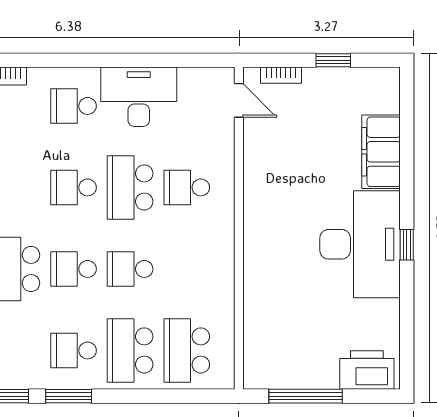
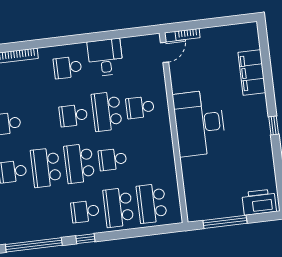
window: (333, 60) -> (217, 22), removed
desk: (139, 97) -> (105, 57), width x0.73
door: (239, 100) -> (164, 52), hinge flipped
desk: (360, 244) -> (199, 123), moved, turned 180
school desk: (74, 269) -> (79, 163), width x1.85
window: (69, 396) -> (85, 239), width x0.67

